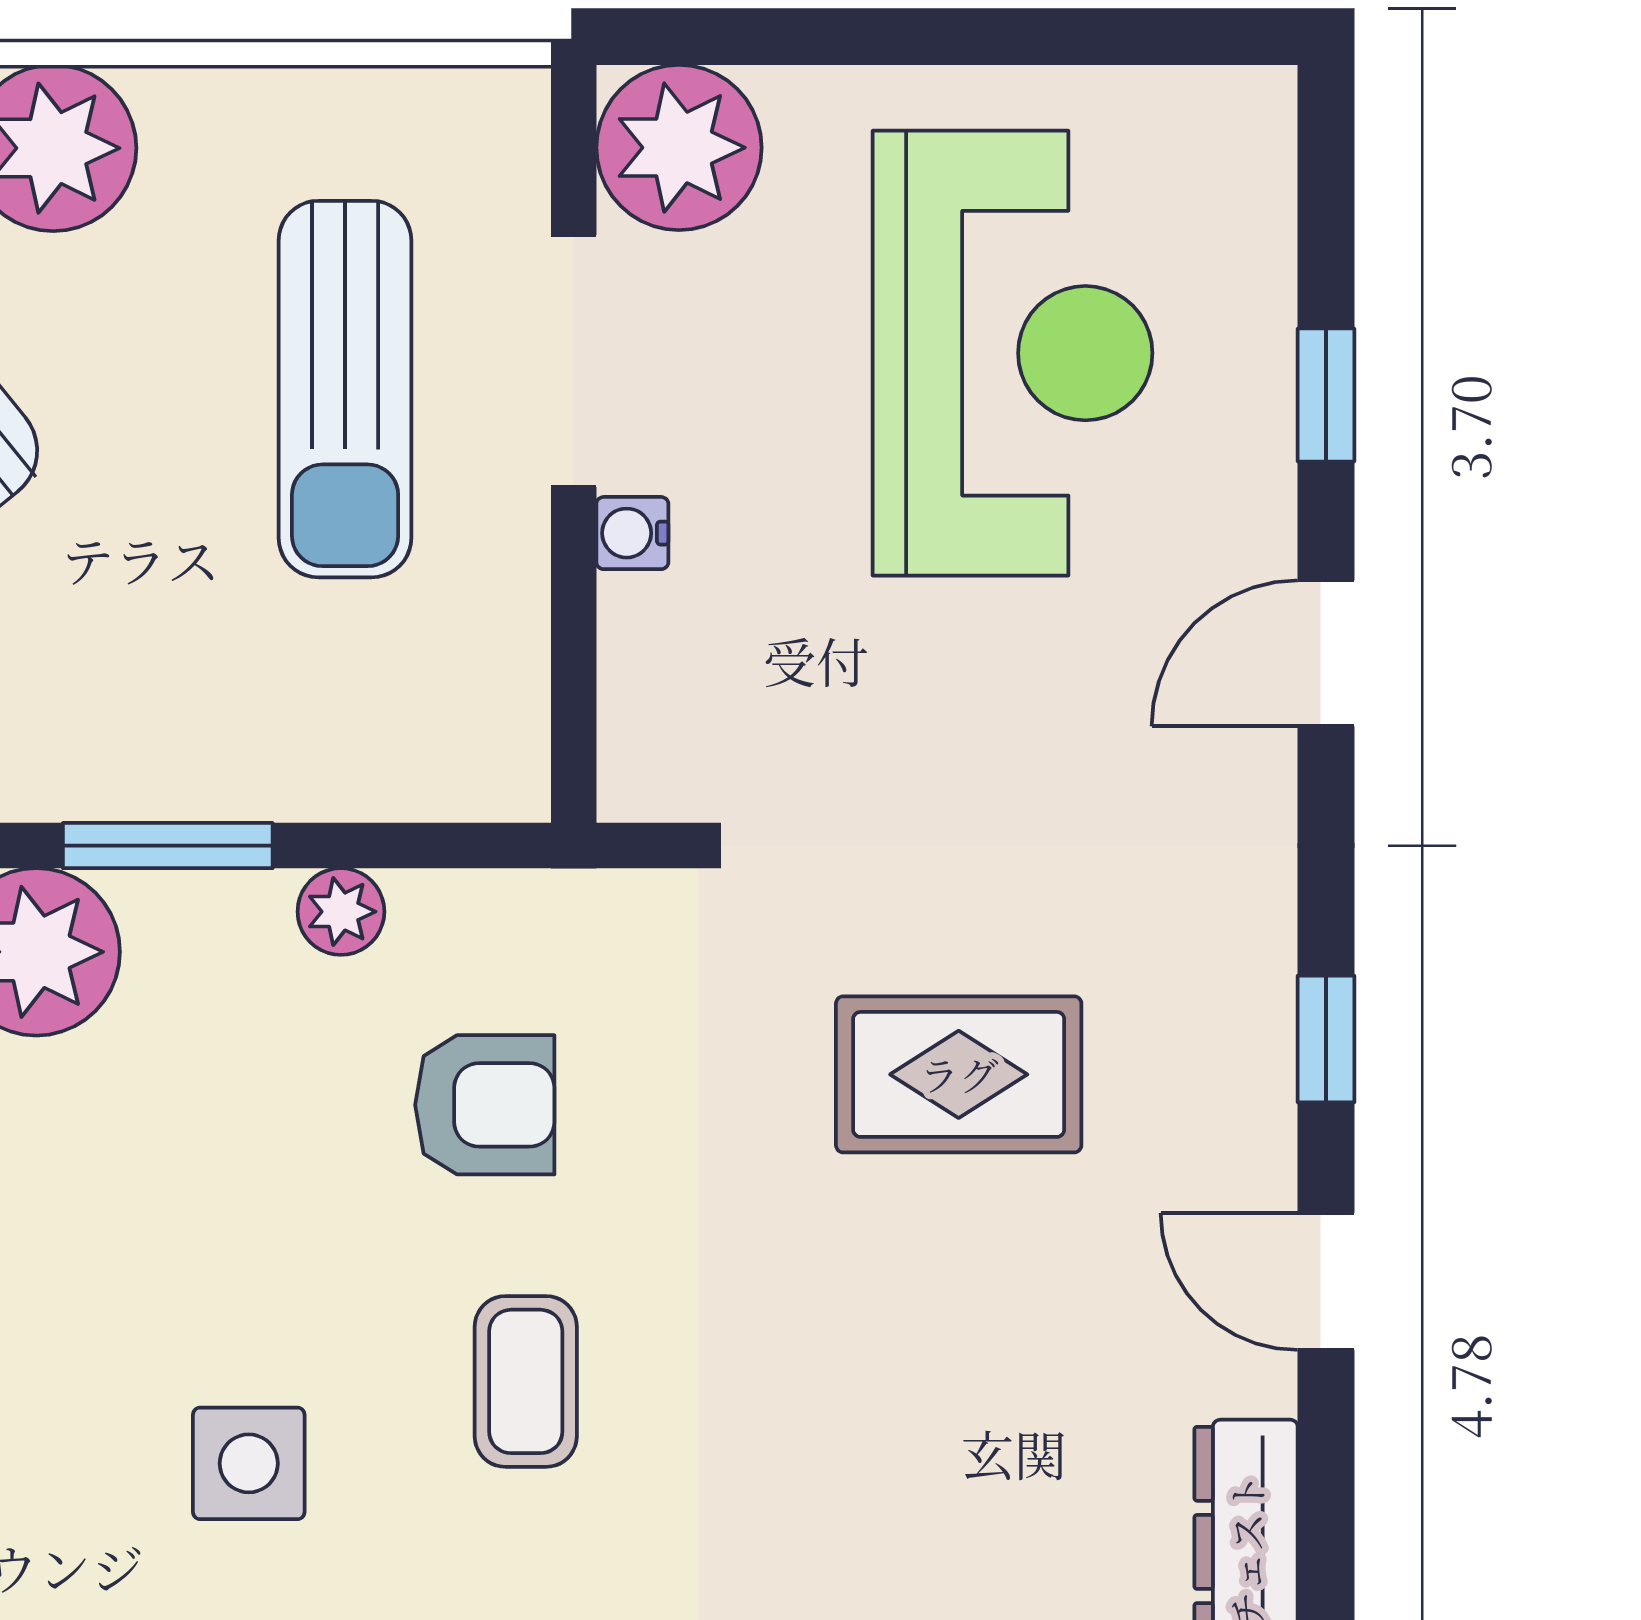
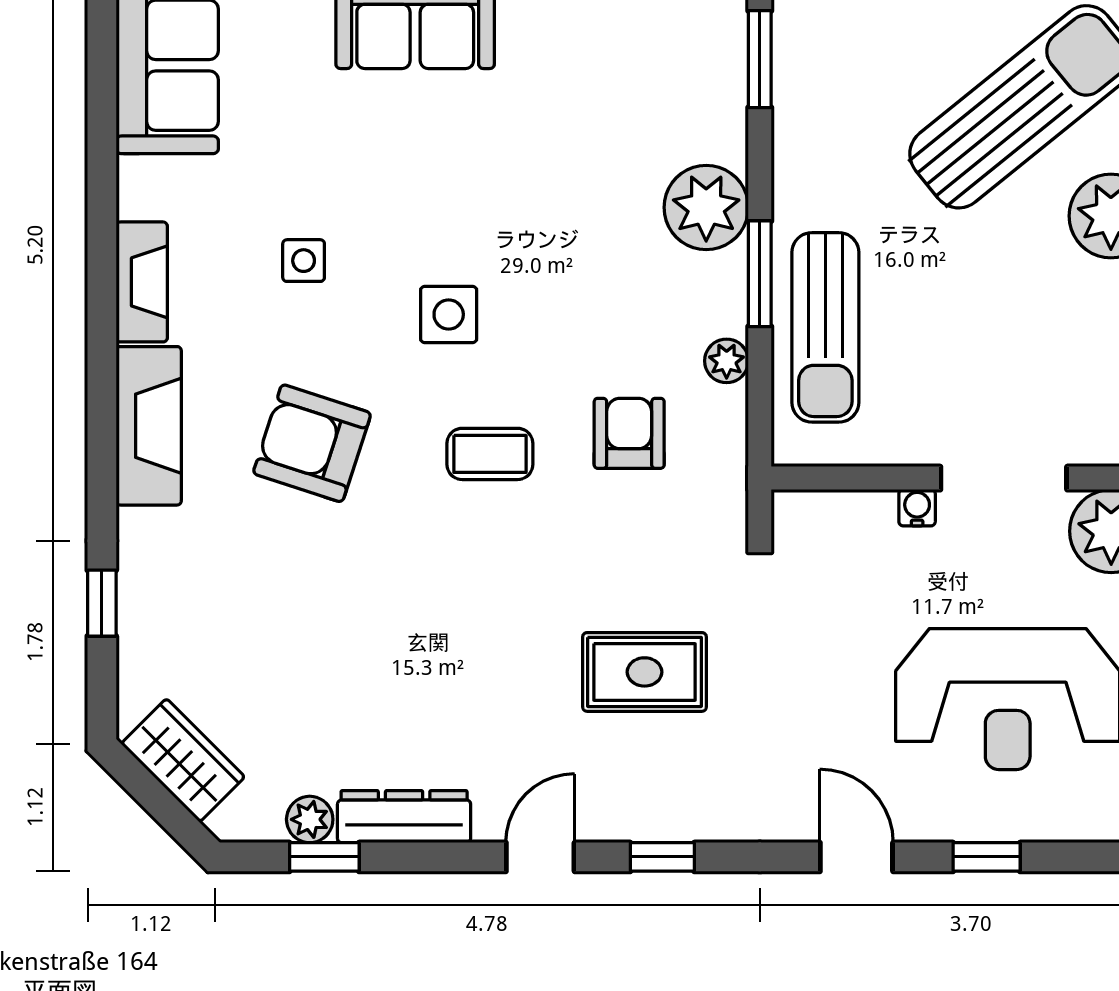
sun lounger: (345, 389) -> (825, 327), moved, turned -90
rug: (959, 1074) -> (645, 672), turned 90
armchair: (485, 1105) -> (629, 433), turned 180

